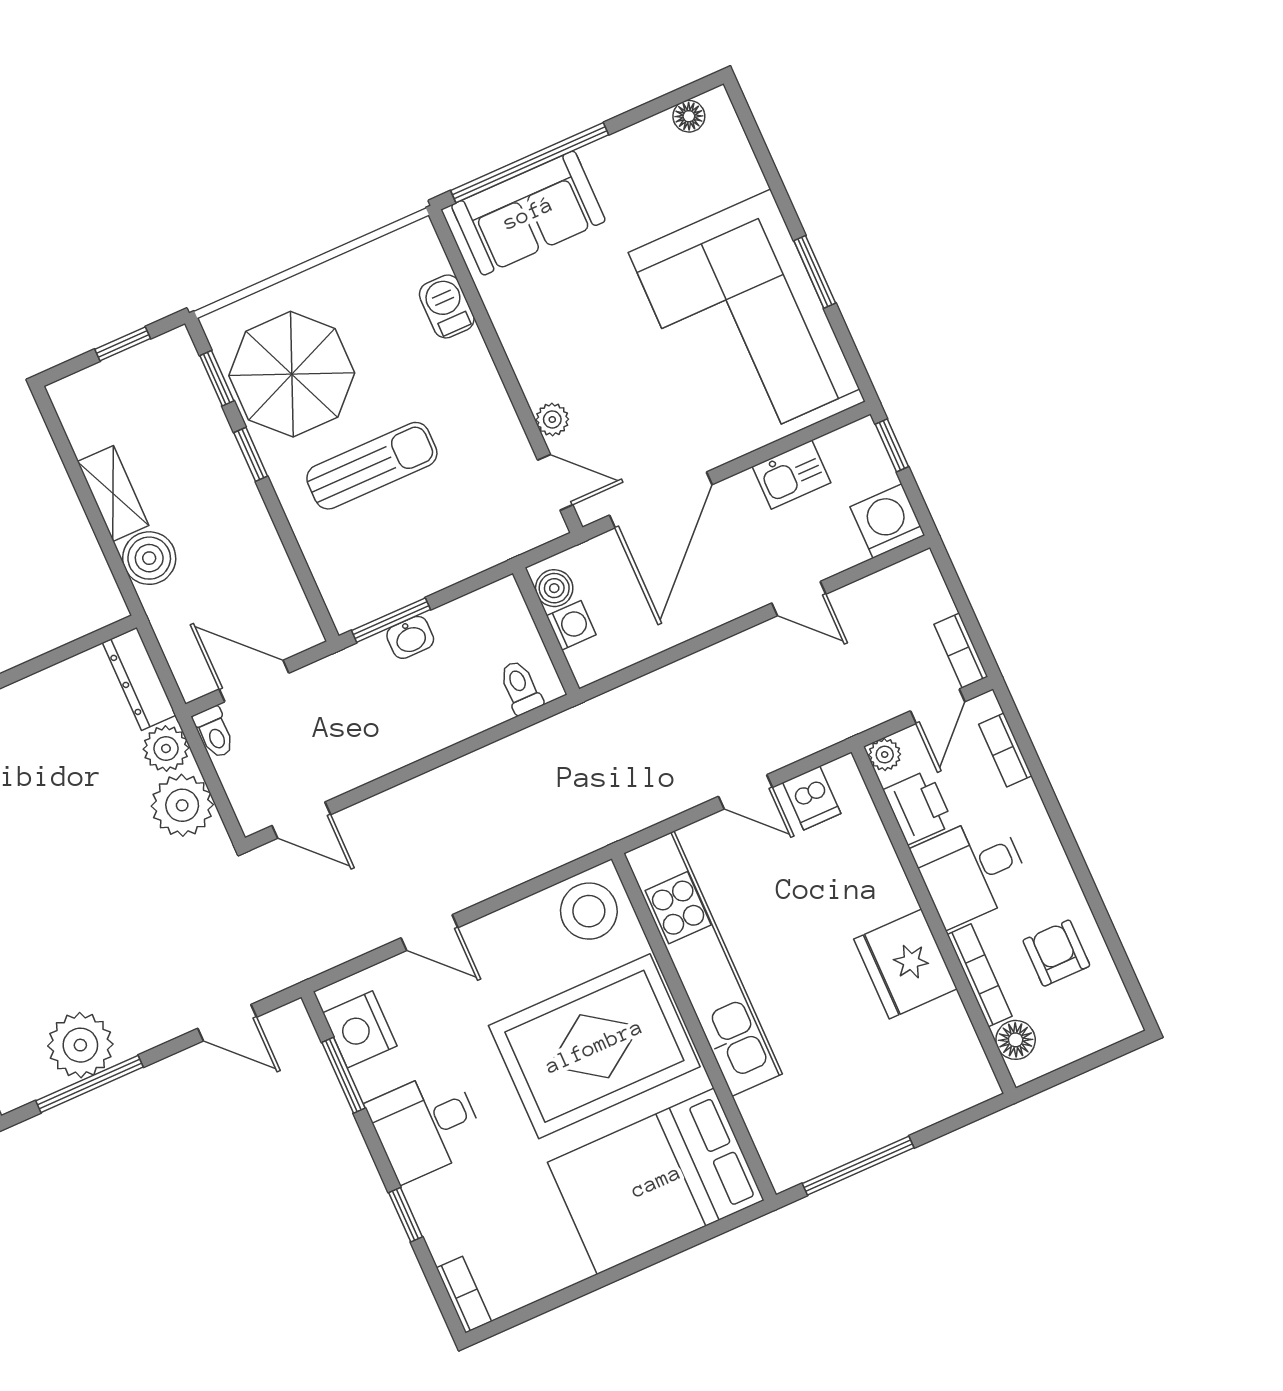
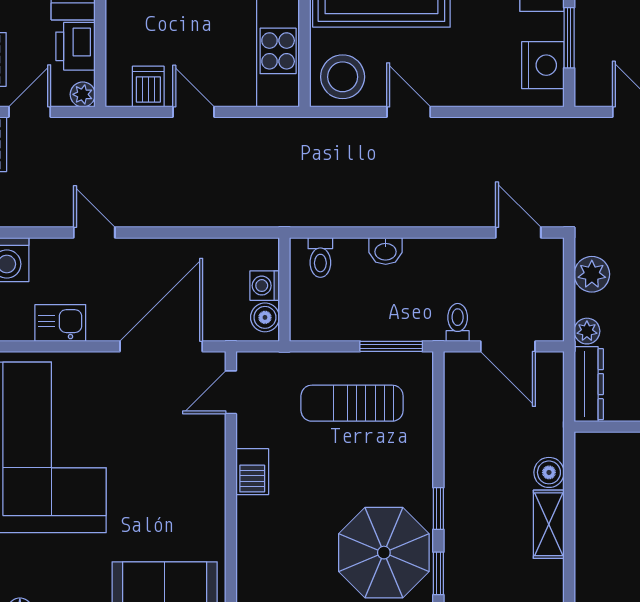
barbecue: (447, 306) -> (252, 472), moved
plant: (552, 419) -> (213, 438), removed
sun lounger: (372, 466) -> (352, 403), moved
door: (555, 482) -> (231, 392), hinge flipped
boiler: (149, 558) -> (549, 472), width x0.73, depth x0.73
washbasin: (410, 637) -> (386, 251), moved, turned 180
toilet: (214, 732) -> (458, 322), moved
plant: (166, 748) -> (587, 331), width x0.73, depth x0.73
plant: (182, 805) -> (592, 274), width x0.73, depth x0.73
door: (429, 933) -> (409, 112), moved

